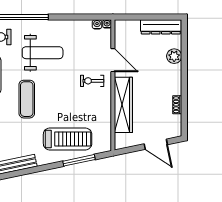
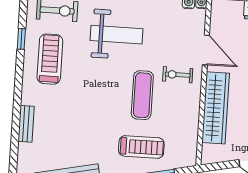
exercise mat: (27, 99) -> (142, 95), moved
treadmill: (68, 139) -> (141, 147), width x0.73, depth x0.73

